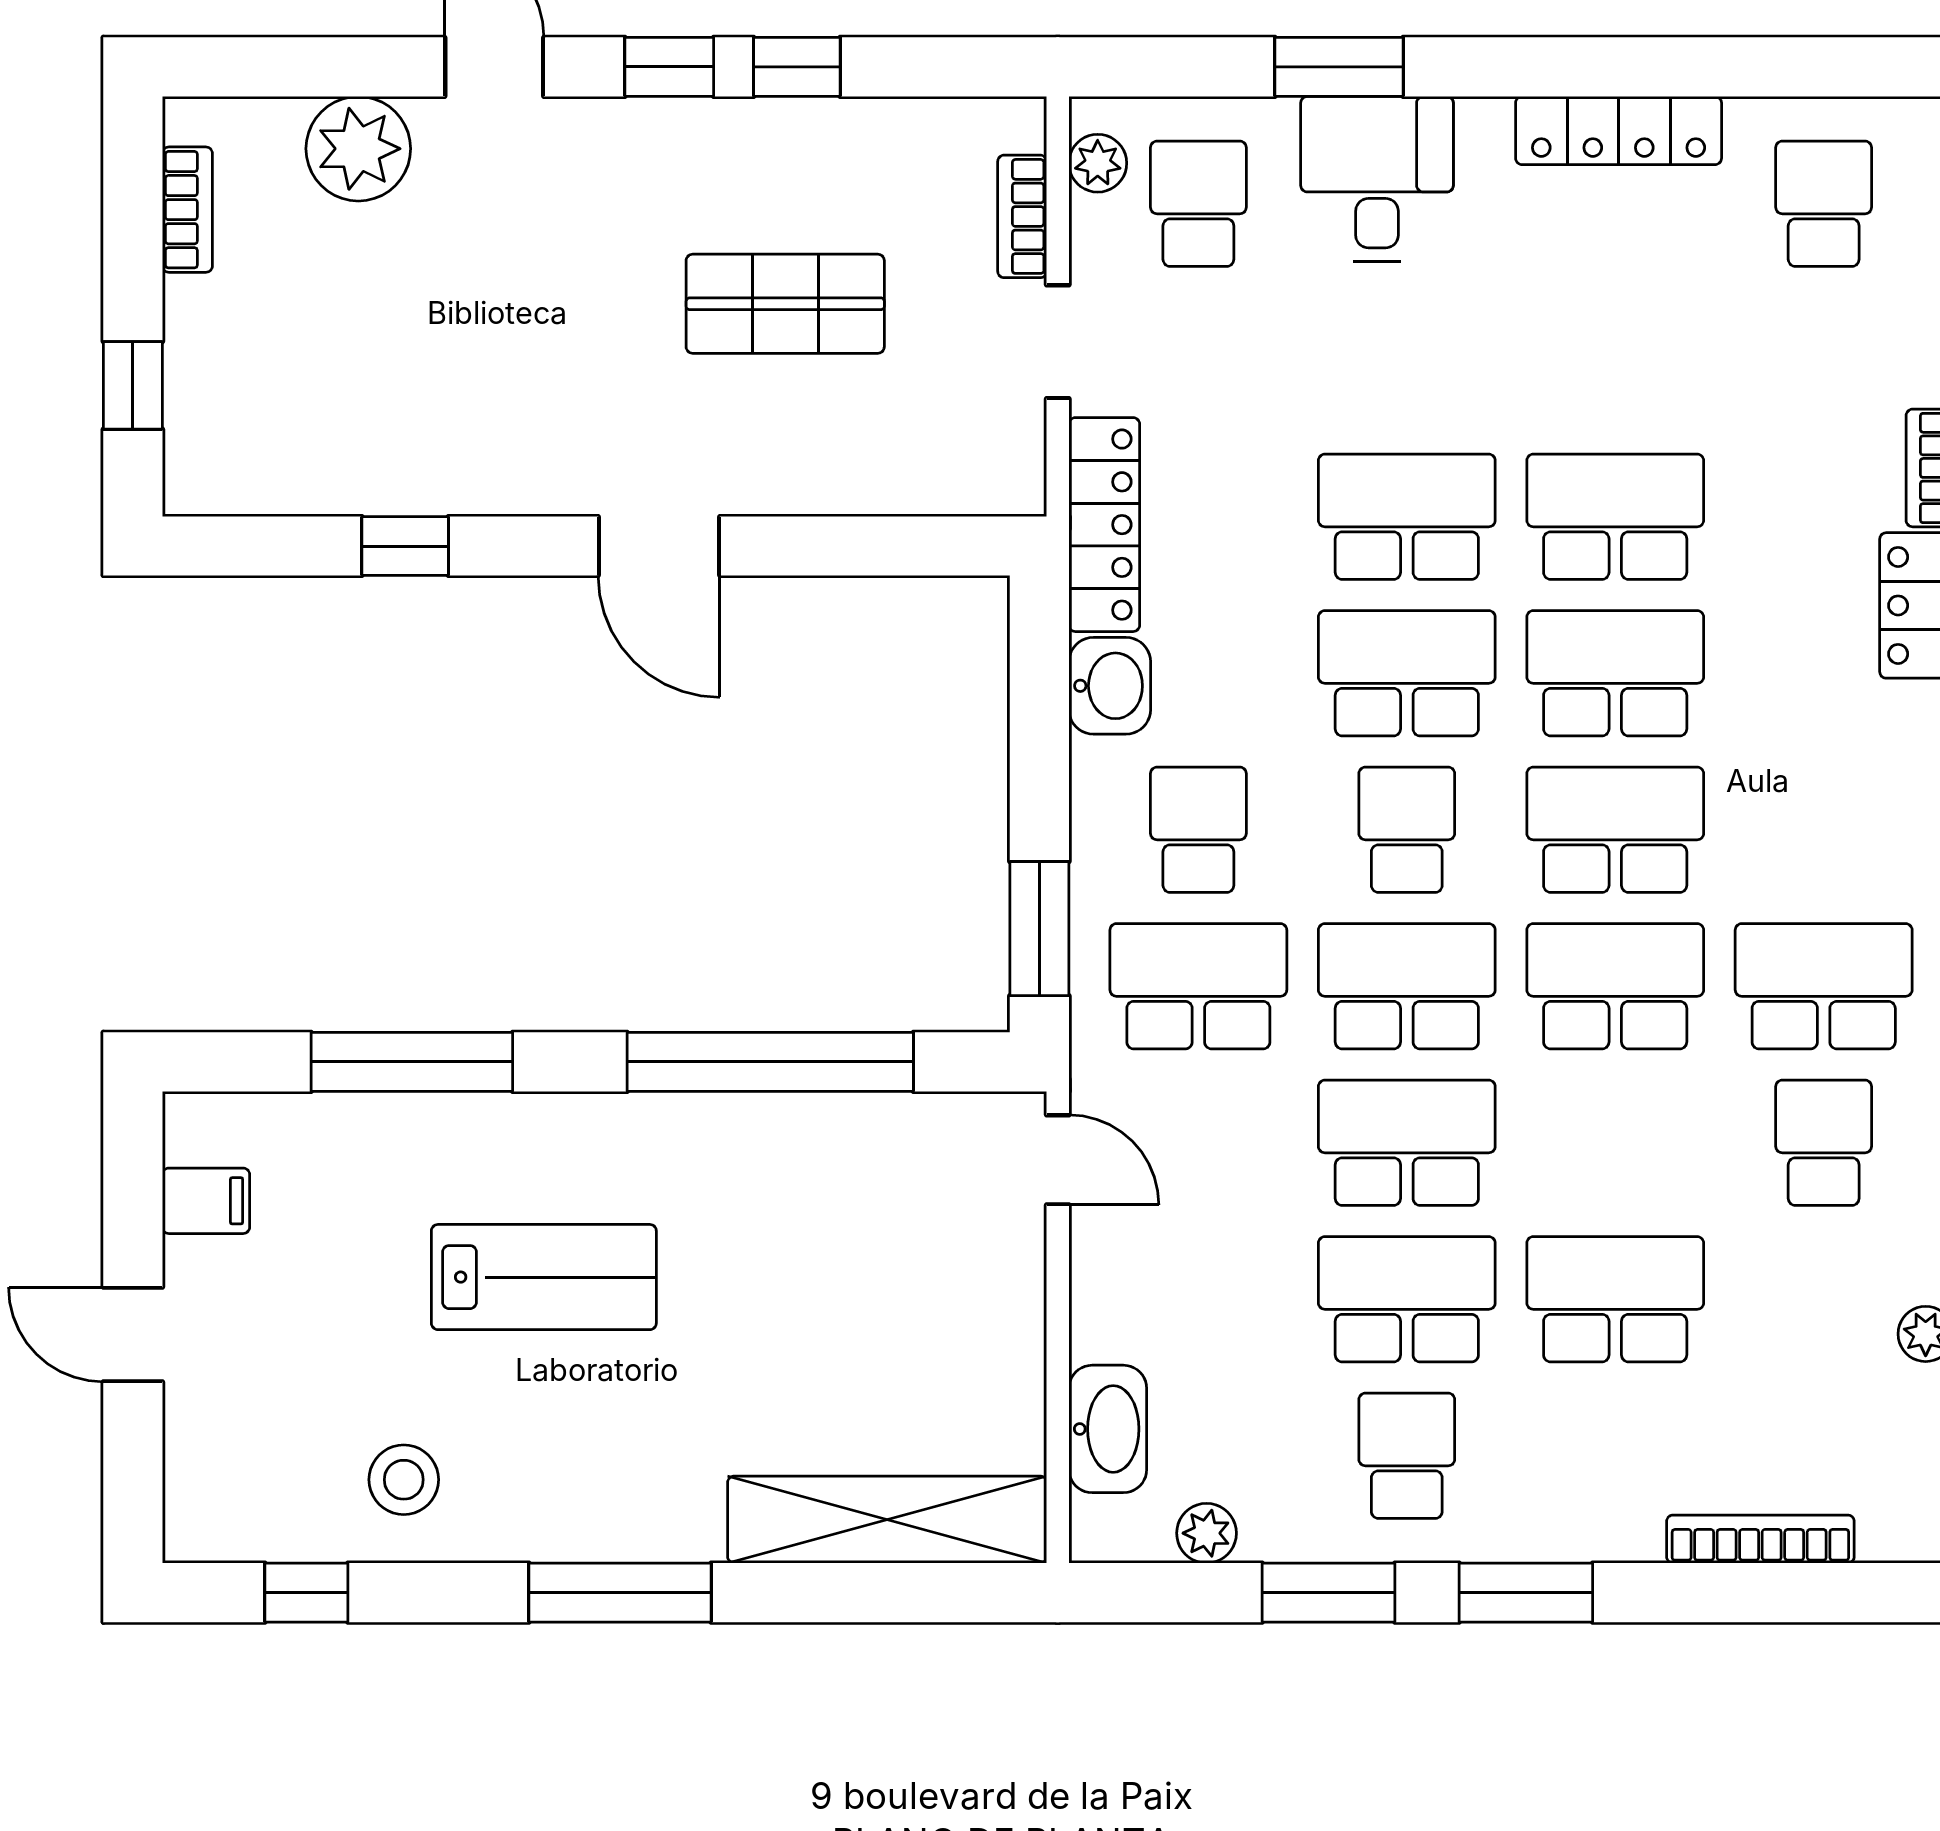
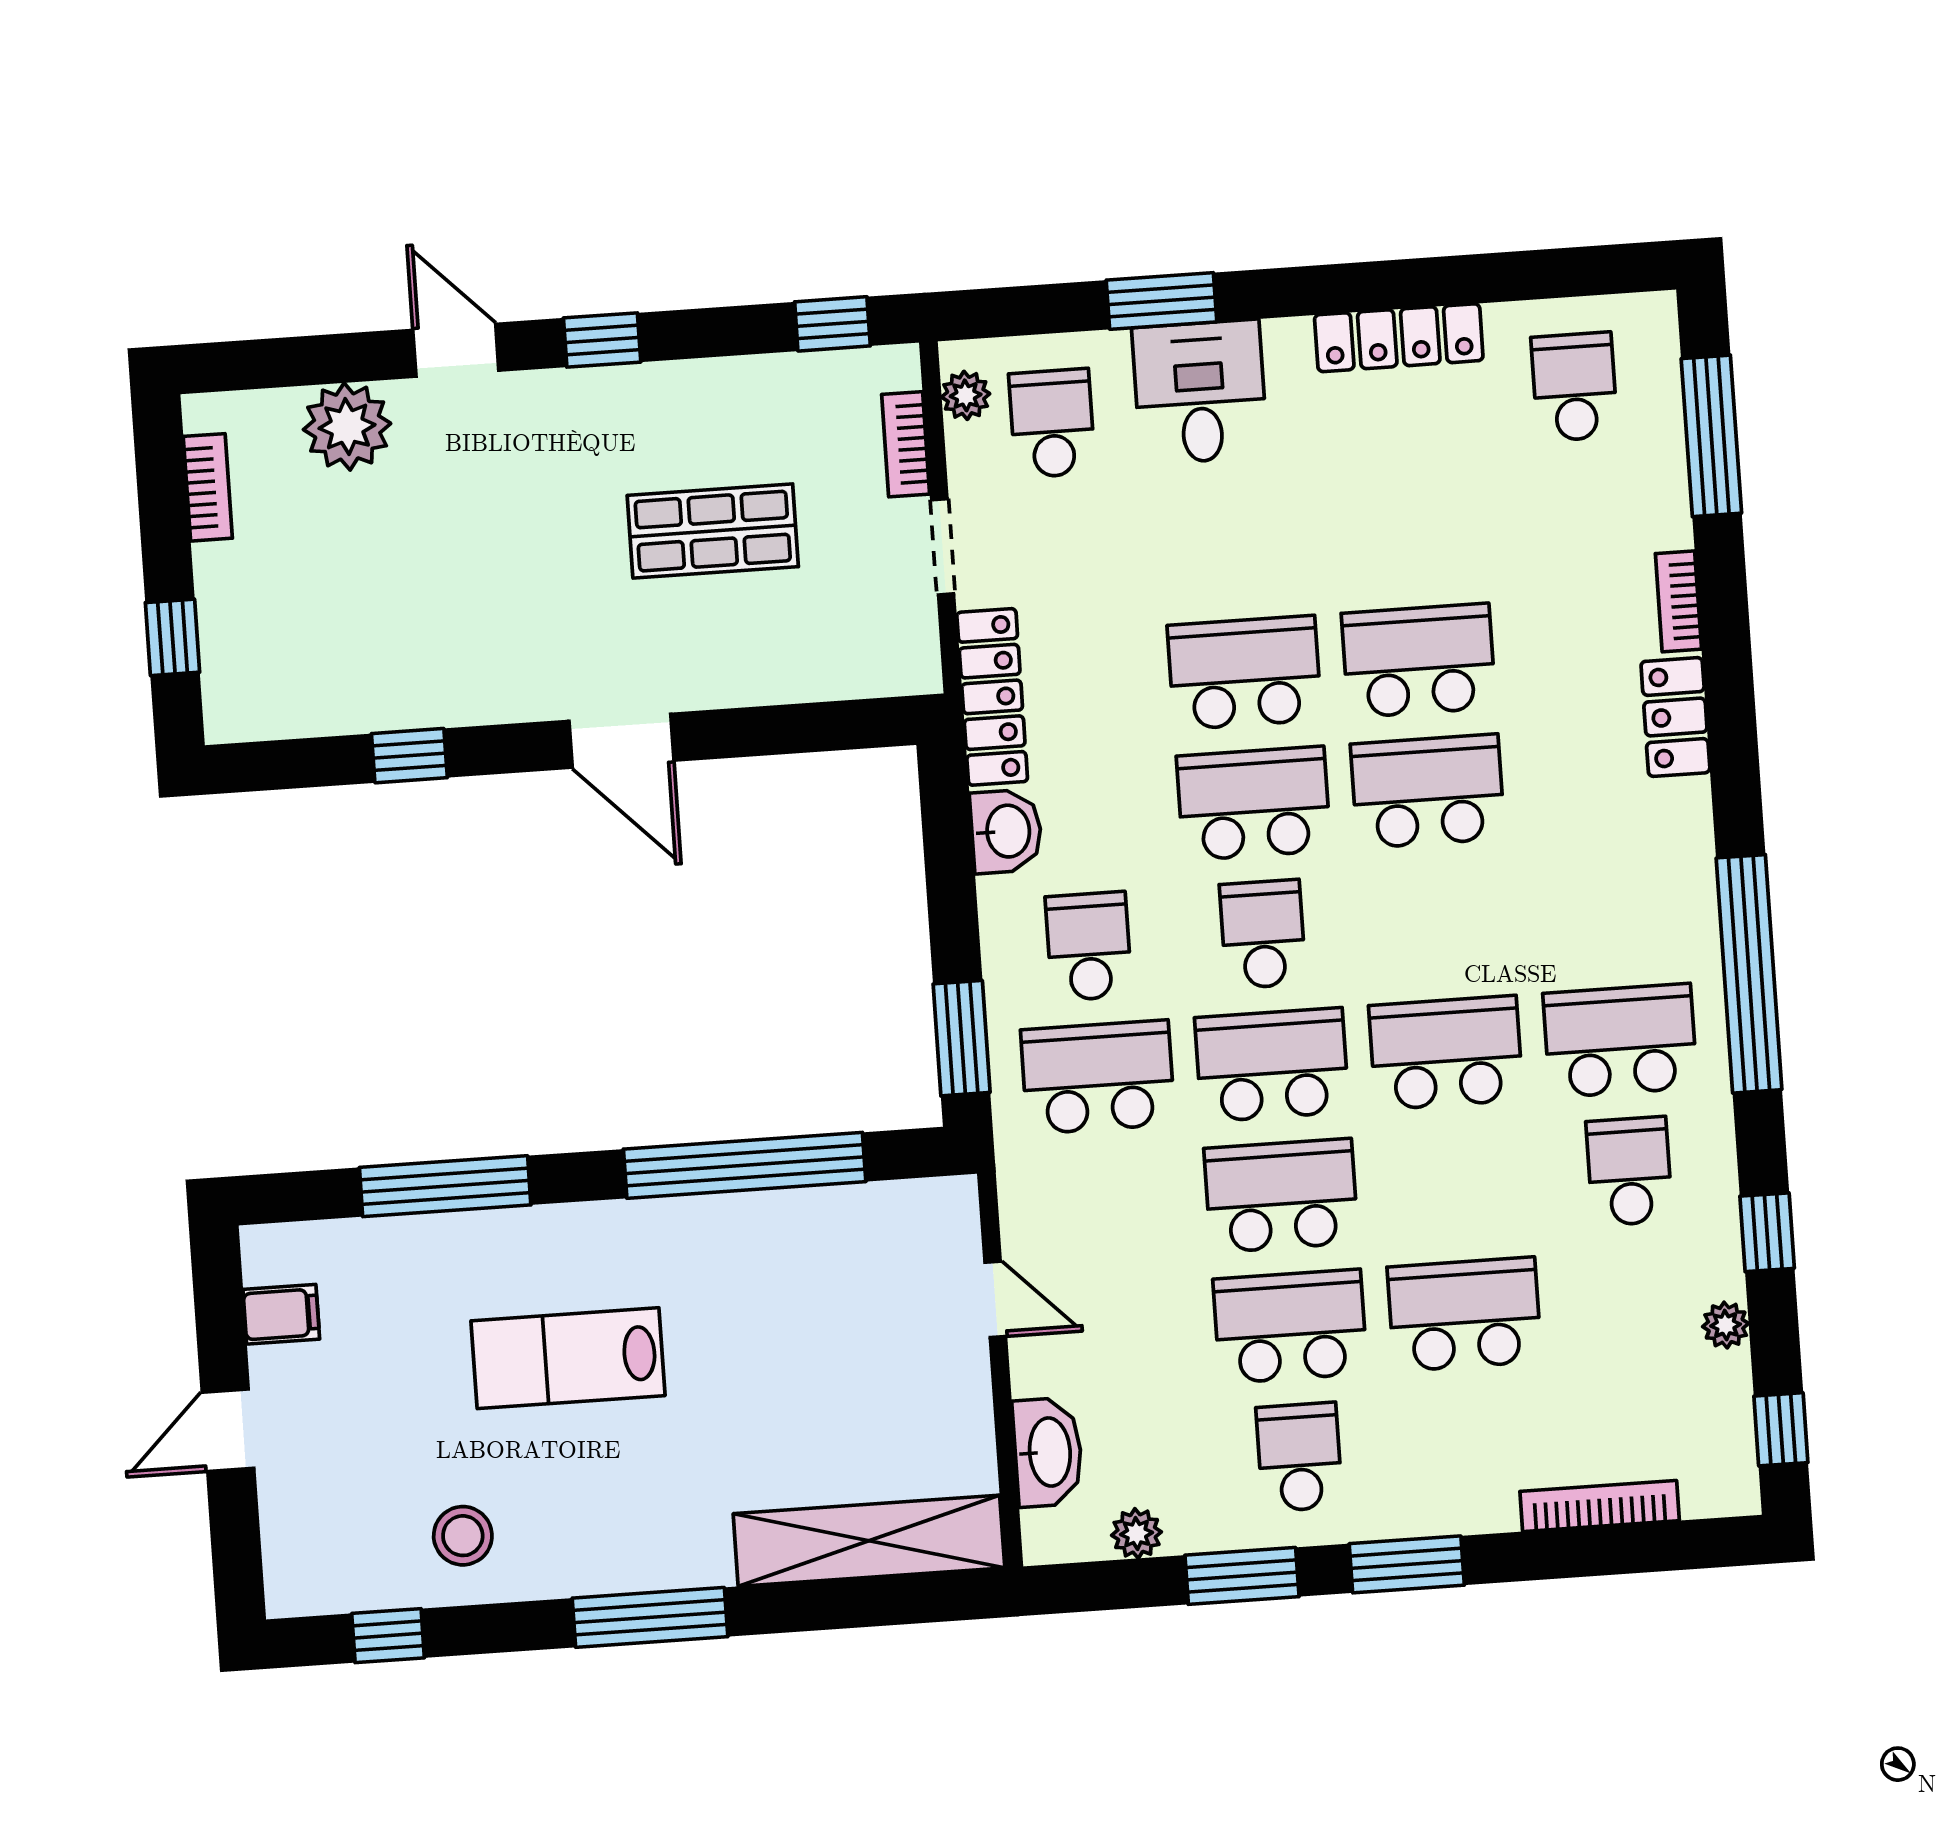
window: (797, 67) -> (832, 324), moved
school desk: (1615, 830) -> (1437, 922), removed
door: (1058, 1160) -> (995, 1299), moved
lab bench: (544, 1277) -> (568, 1358), turned 180
door: (133, 1334) -> (228, 1430), hinge flipped

